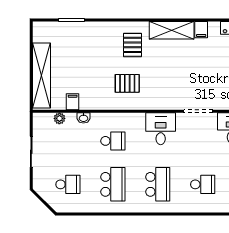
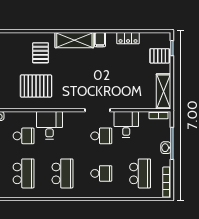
pallet: (127, 83) -> (36, 86), width x1.50, depth x1.42
desk: (161, 129) -> (49, 125), moved
school desk: (203, 141) -> (101, 136), added

